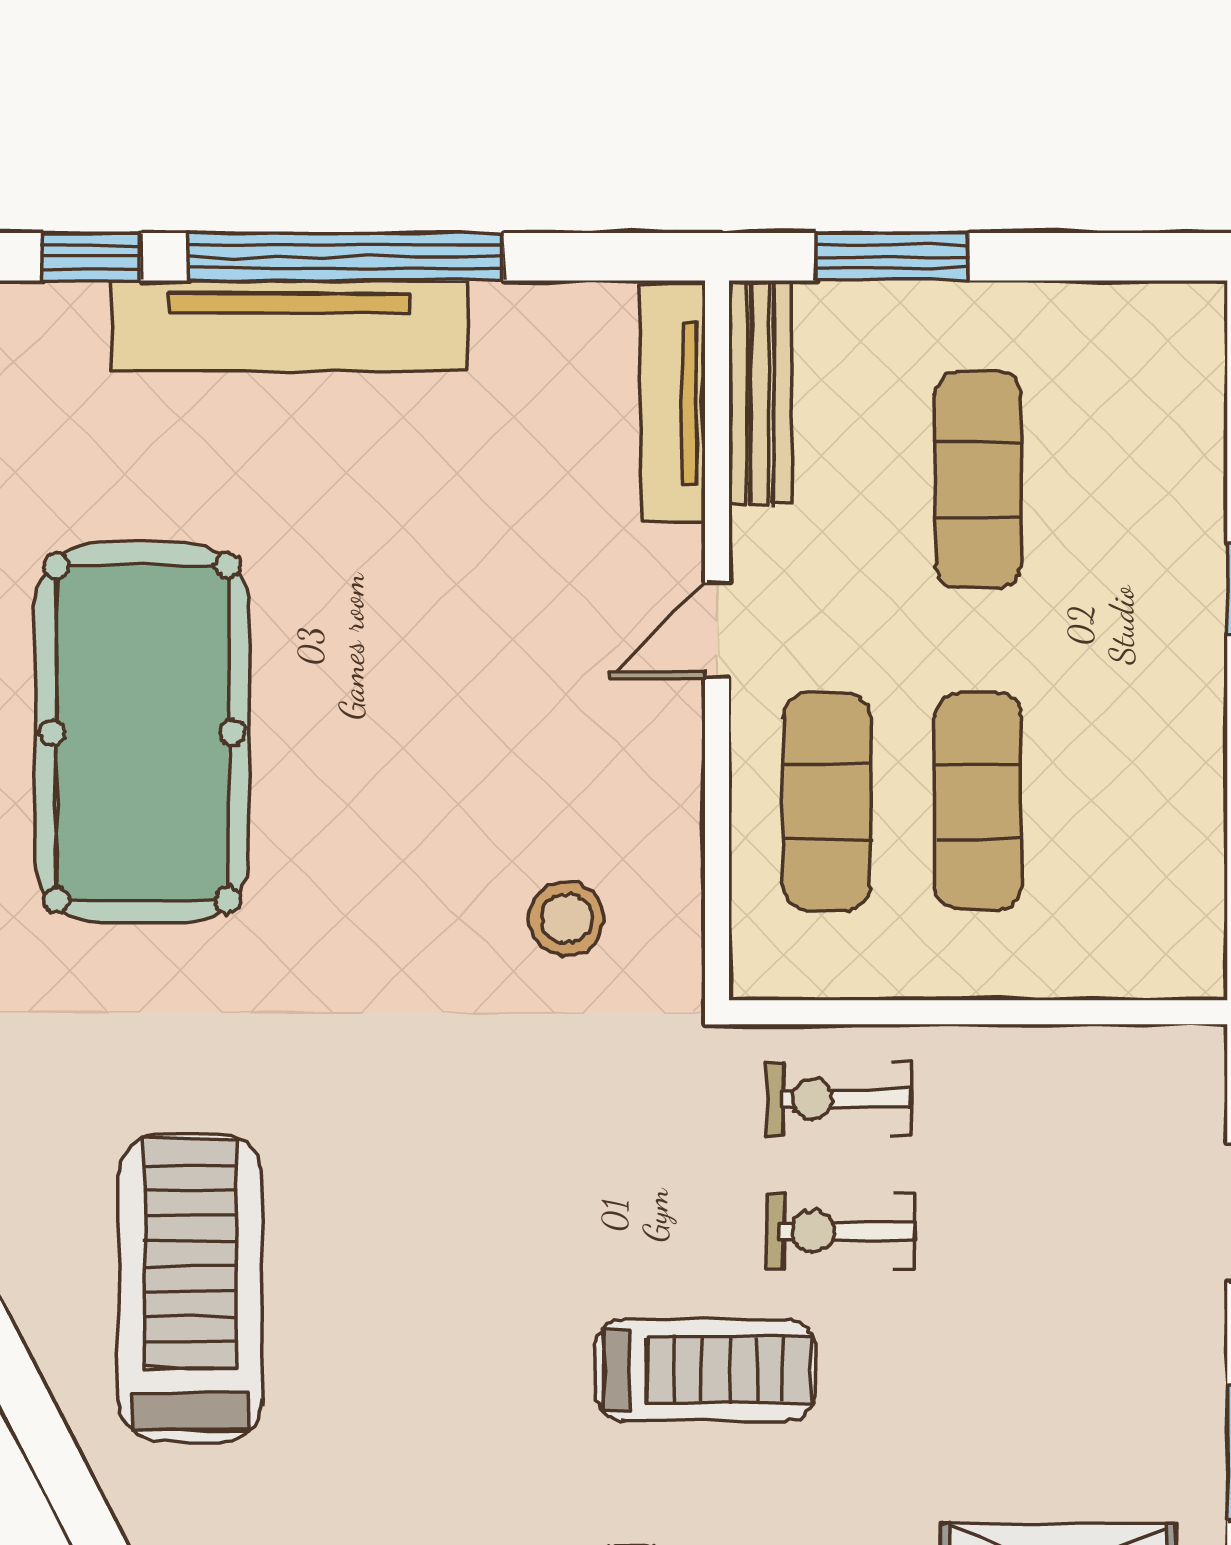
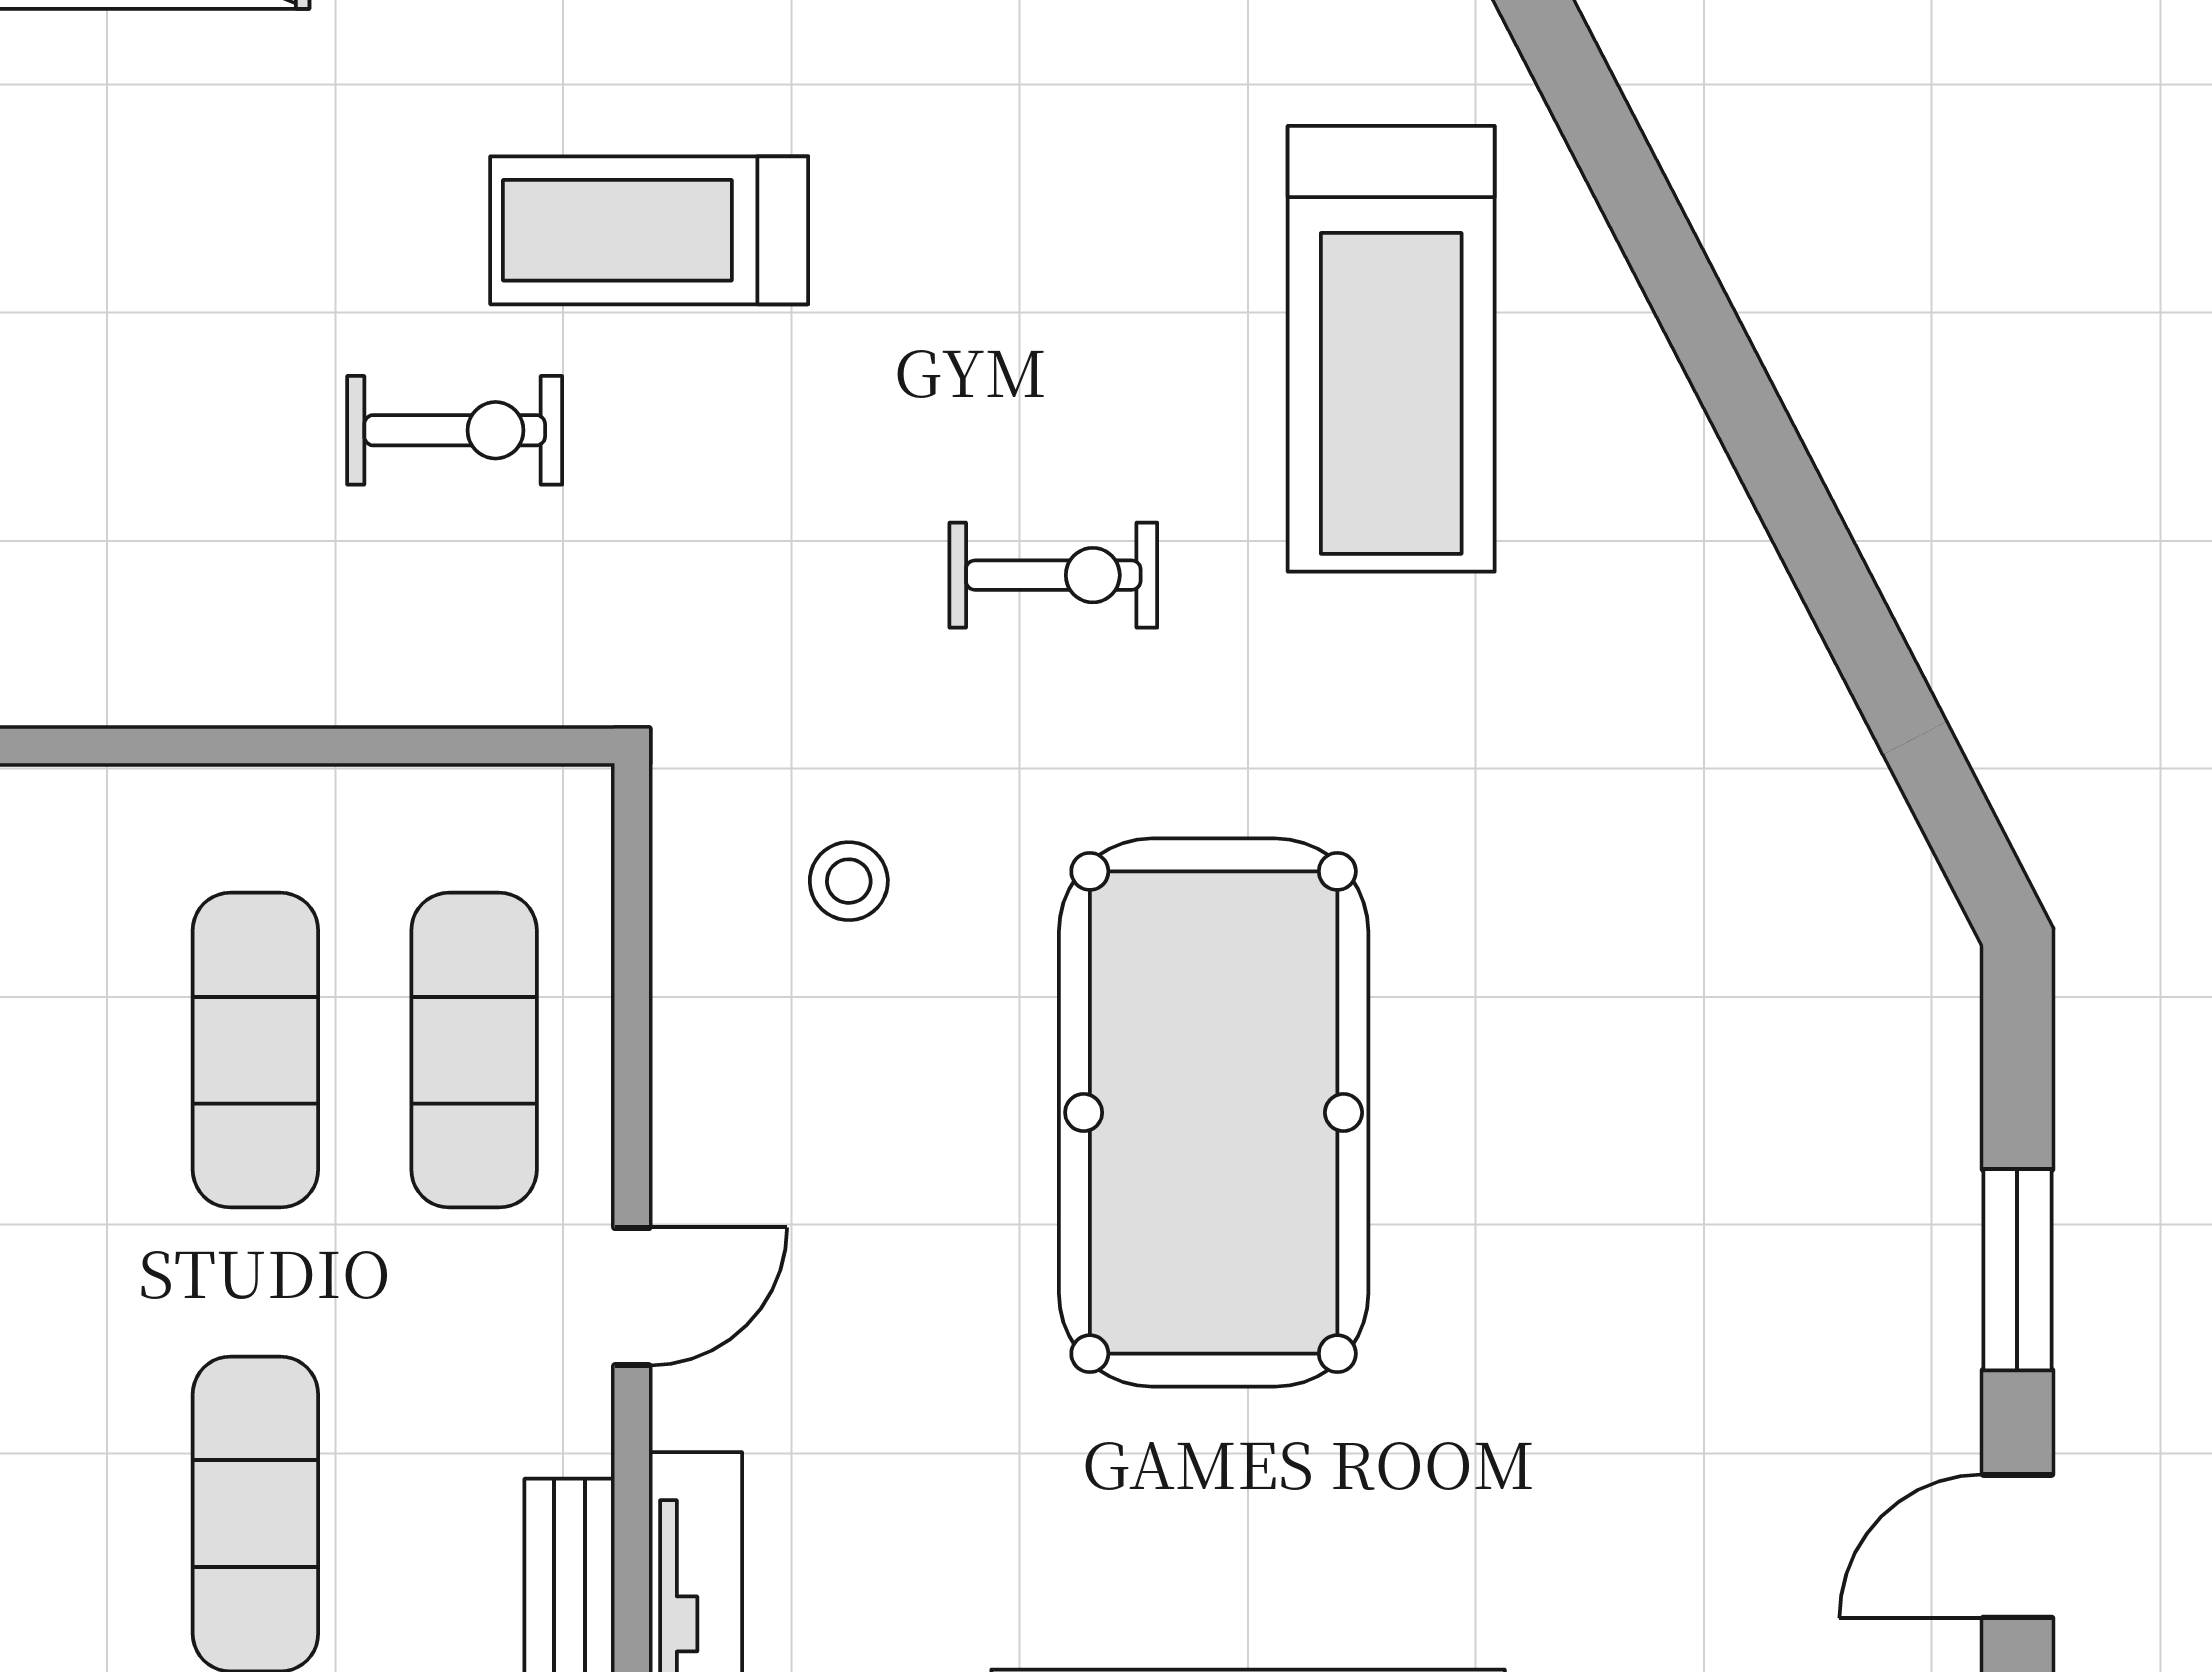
pool table: (142, 733) -> (1214, 1113), moved
stool: (567, 918) -> (849, 881), width x0.73, depth x0.73
exercise bike: (838, 1099) -> (1053, 575), moved

